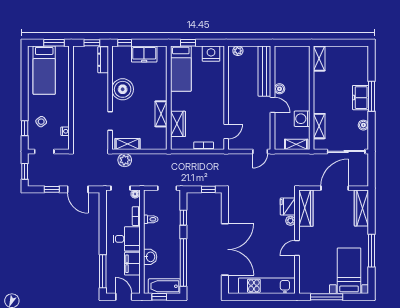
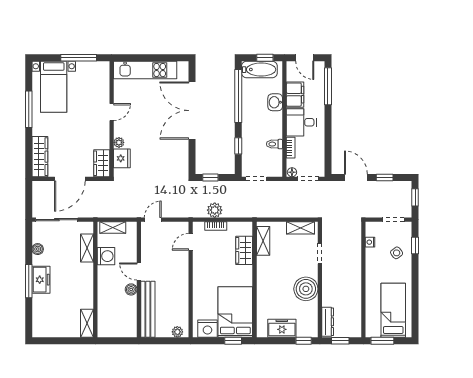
bed: (181, 69) -> (235, 312), width x1.50
shelving: (161, 114) -> (263, 241), moved
plant: (125, 160) -> (215, 210), moved
wardrobe: (306, 208) -> (102, 163), width x0.67

